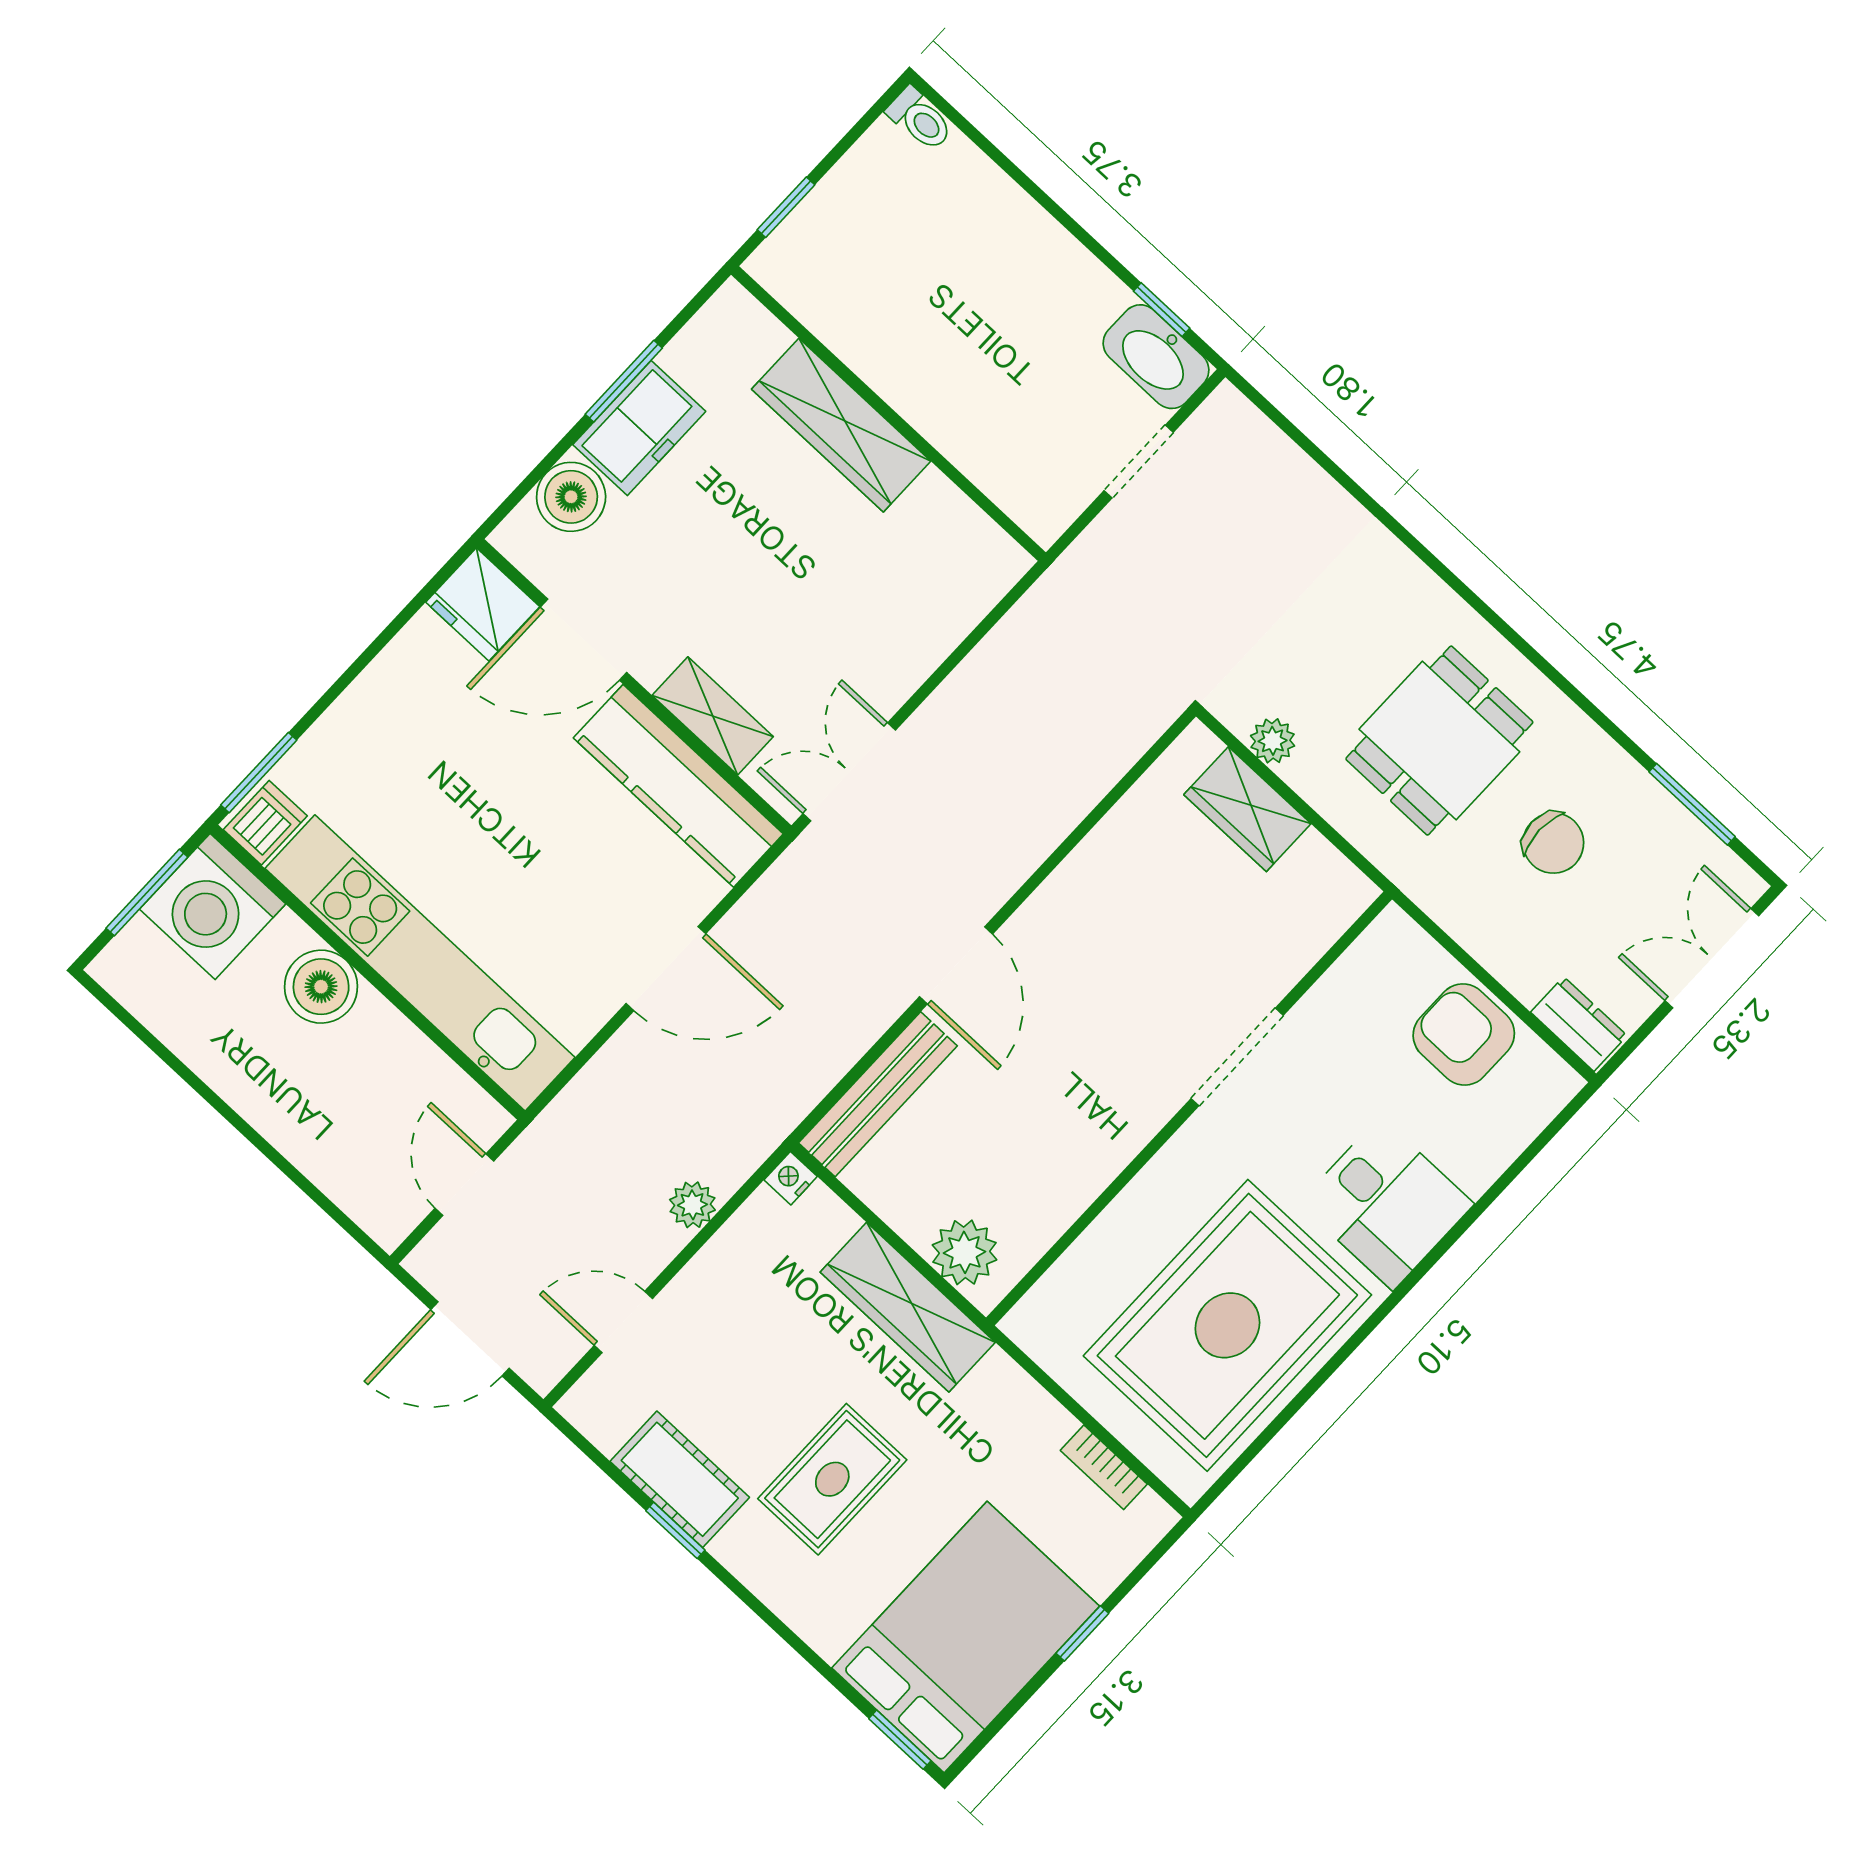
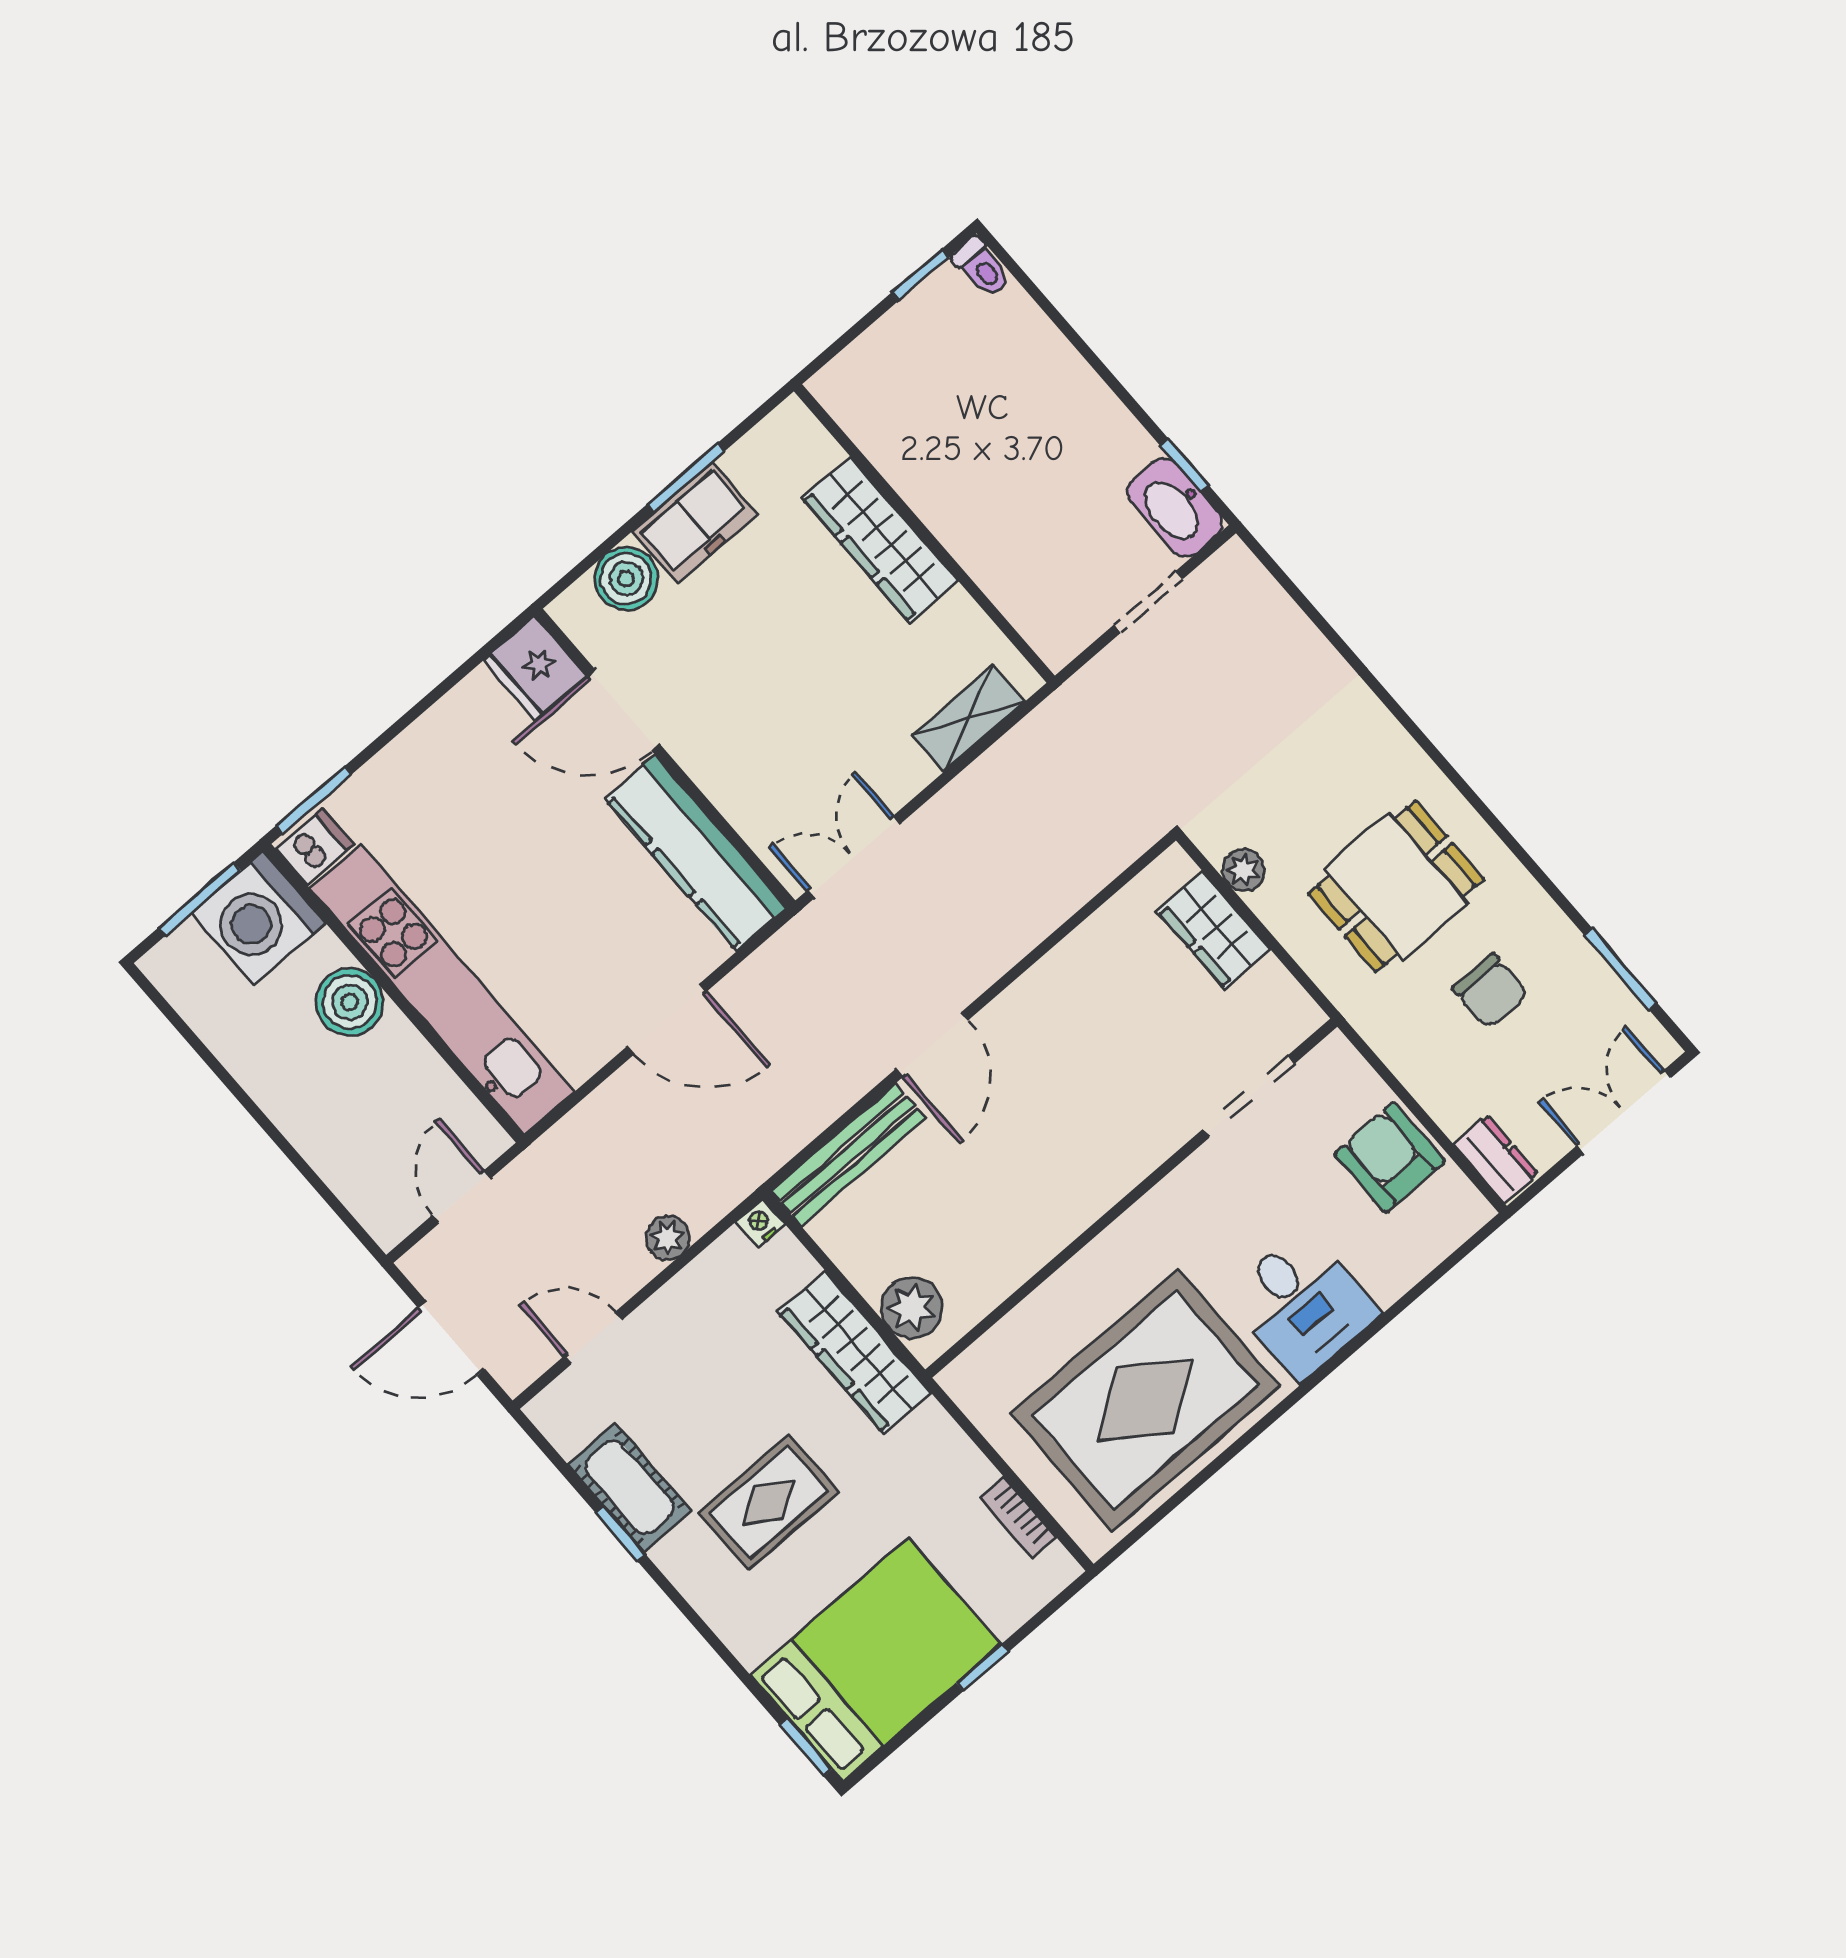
window: (786, 207) -> (920, 275), moved
shelving: (713, 716) -> (969, 718), moved, turned 90
doorway: (1237, 1057) -> (1249, 1096), moved

